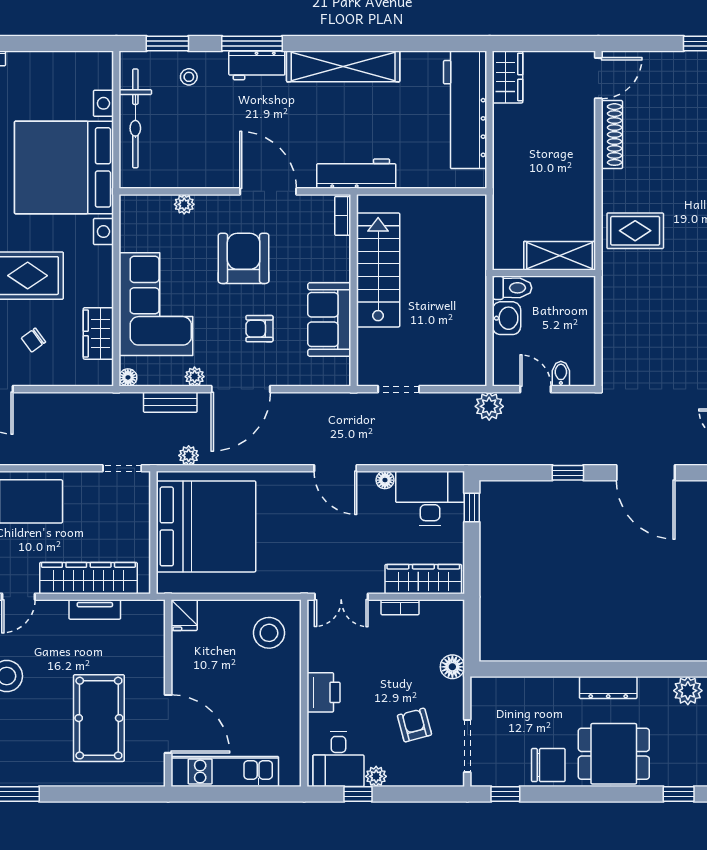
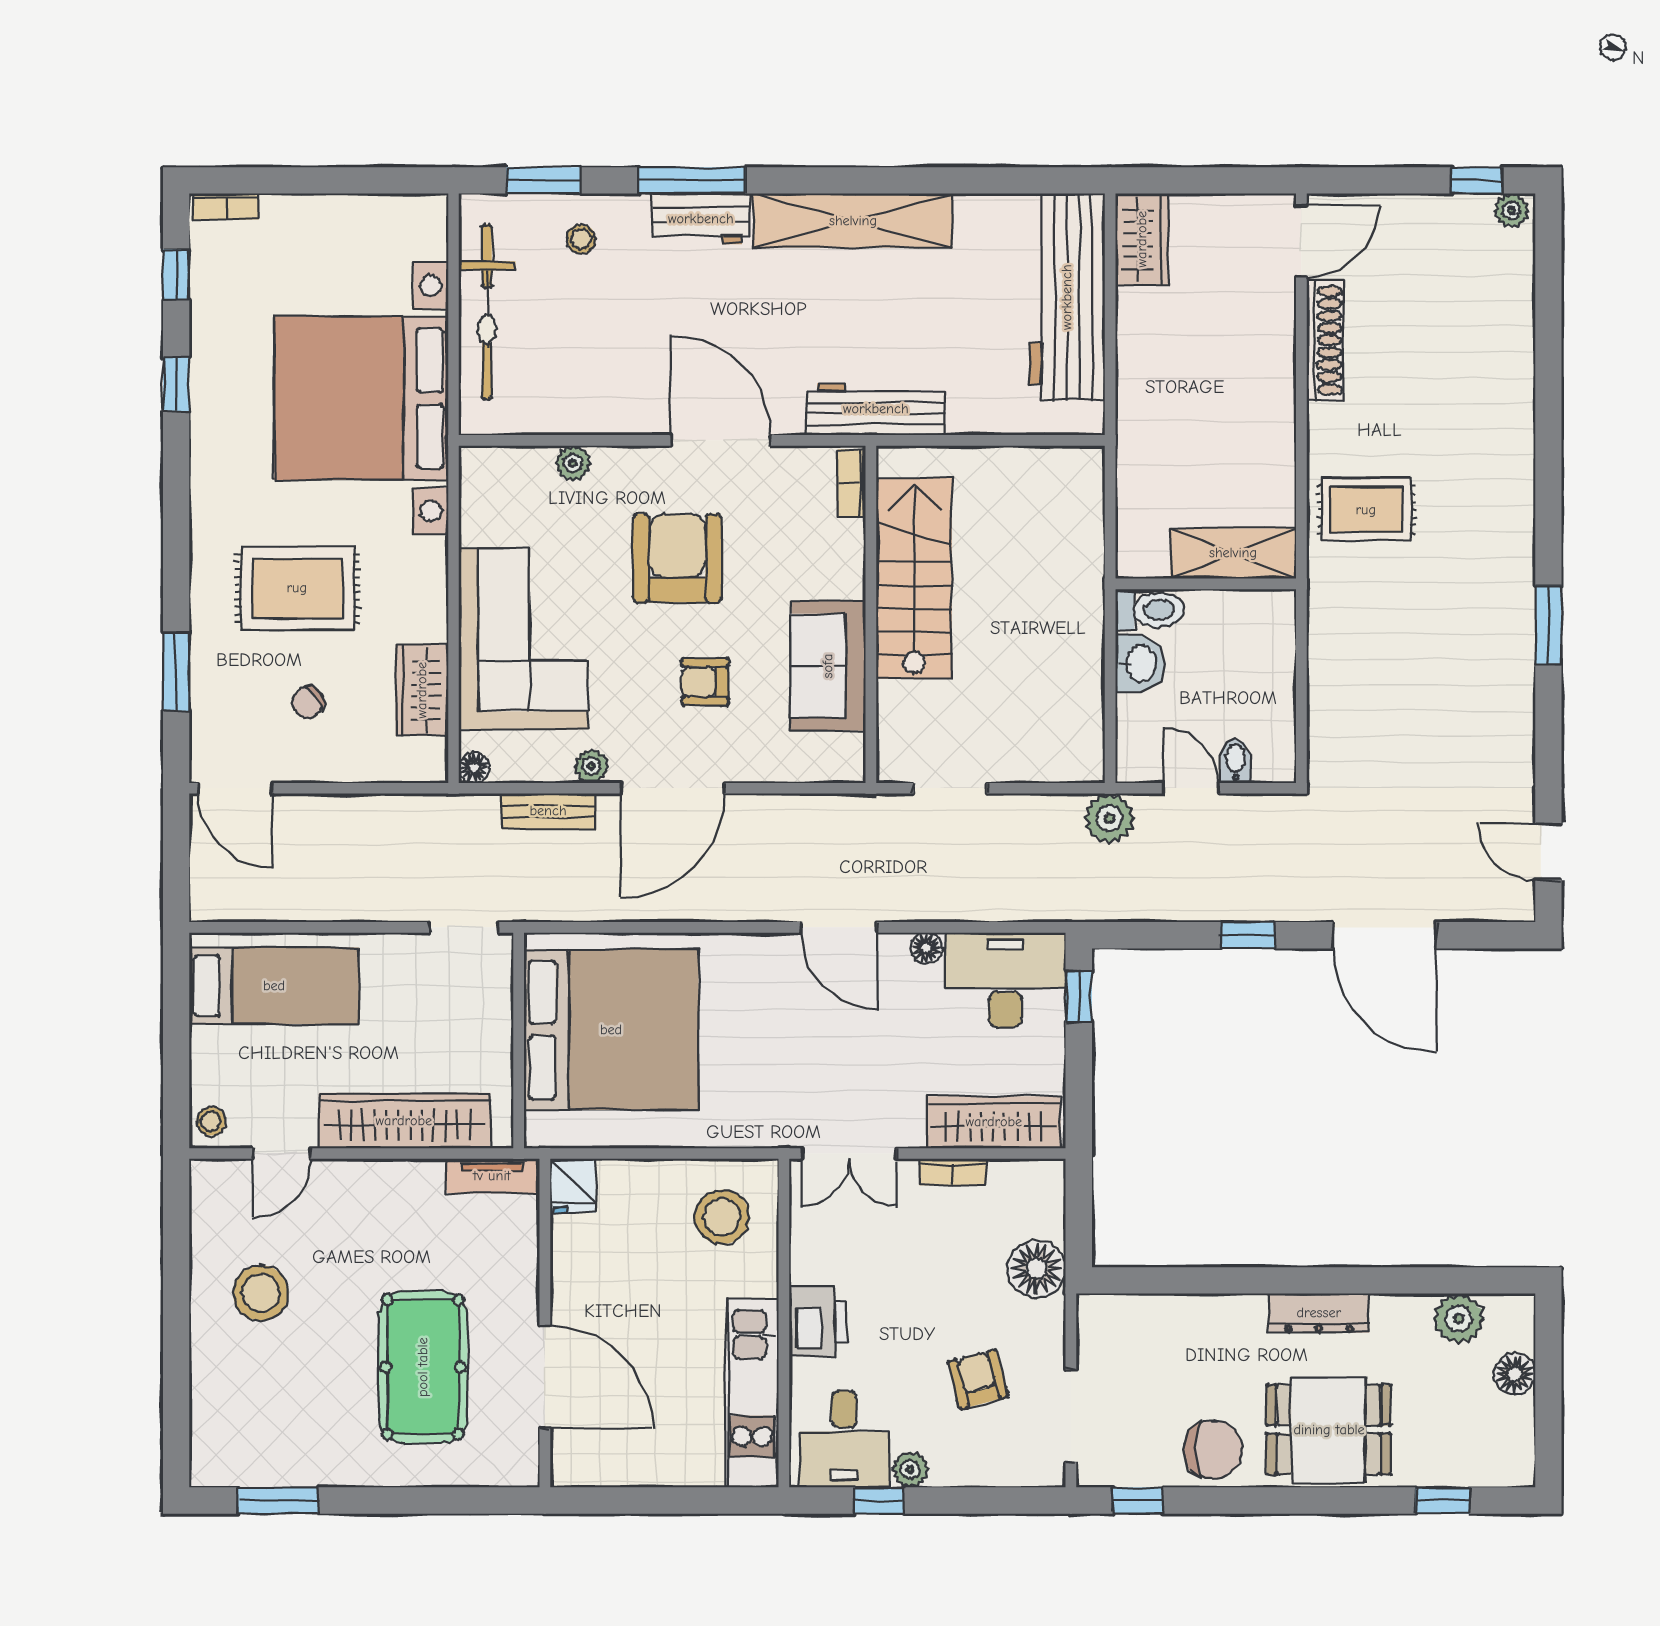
plant: (189, 455) -> (581, 905), removed
tv unit: (95, 610) -> (492, 1176), moved
floor lamp: (452, 667) -> (1037, 1269), width x1.38, depth x1.38
kitchen unit: (225, 771) -> (752, 1393), moved, turned -90

